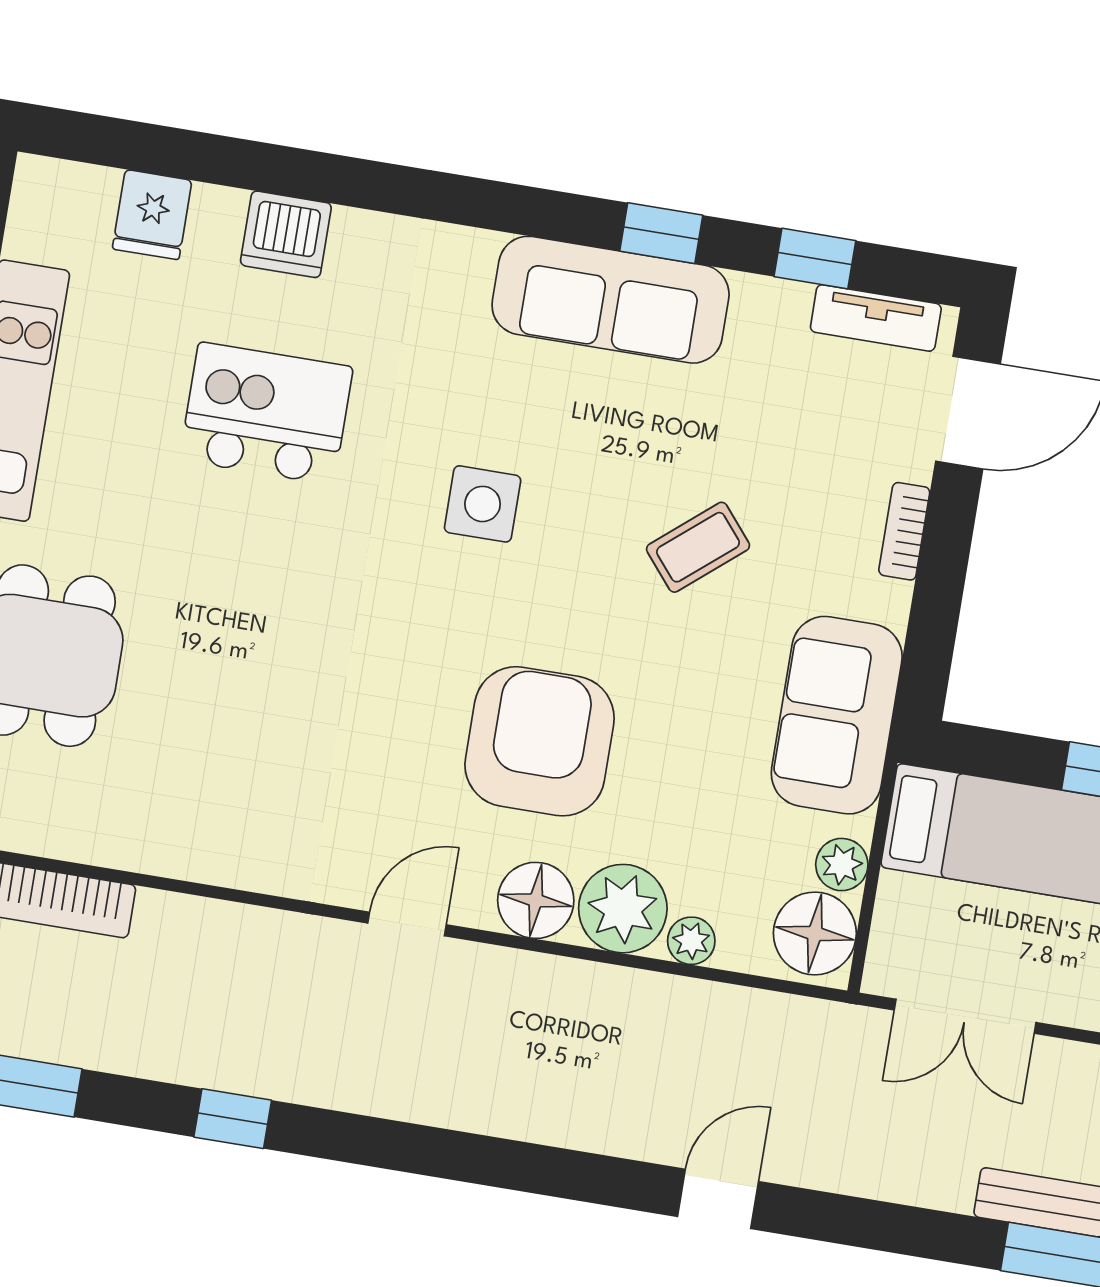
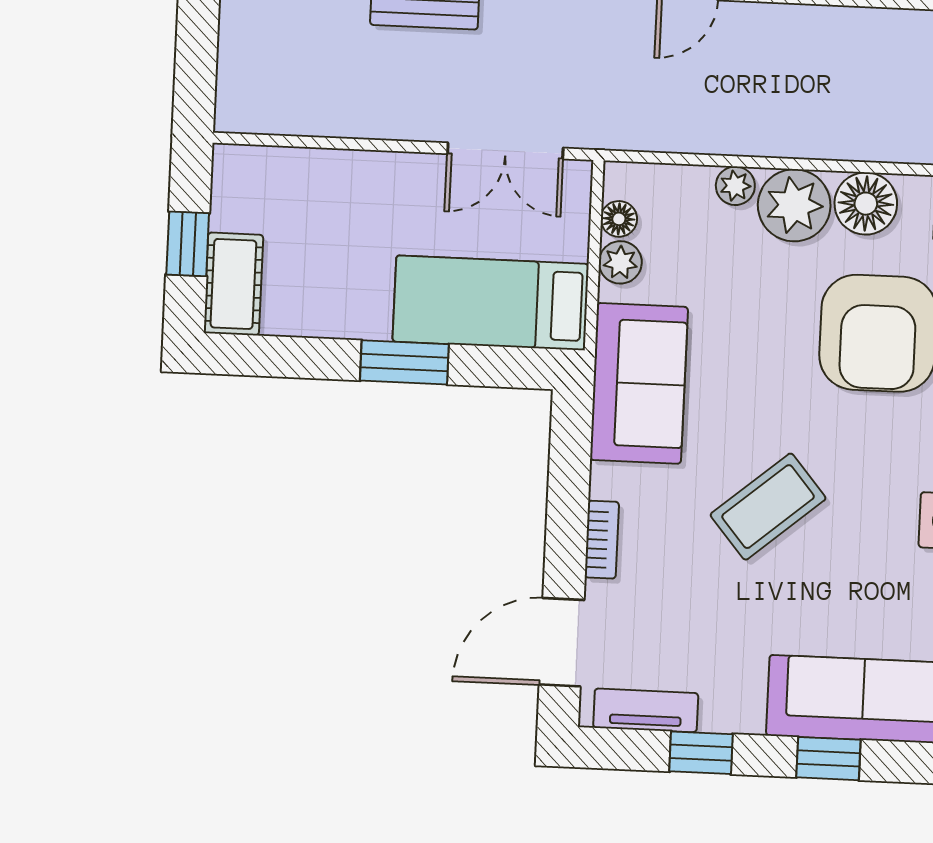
coffee table: (698, 547) -> (768, 507), width x1.36, depth x1.30
floor lamp: (815, 933) -> (619, 219), width x0.53, depth x0.53
double door: (965, 1016) -> (505, 151), swing flipped

